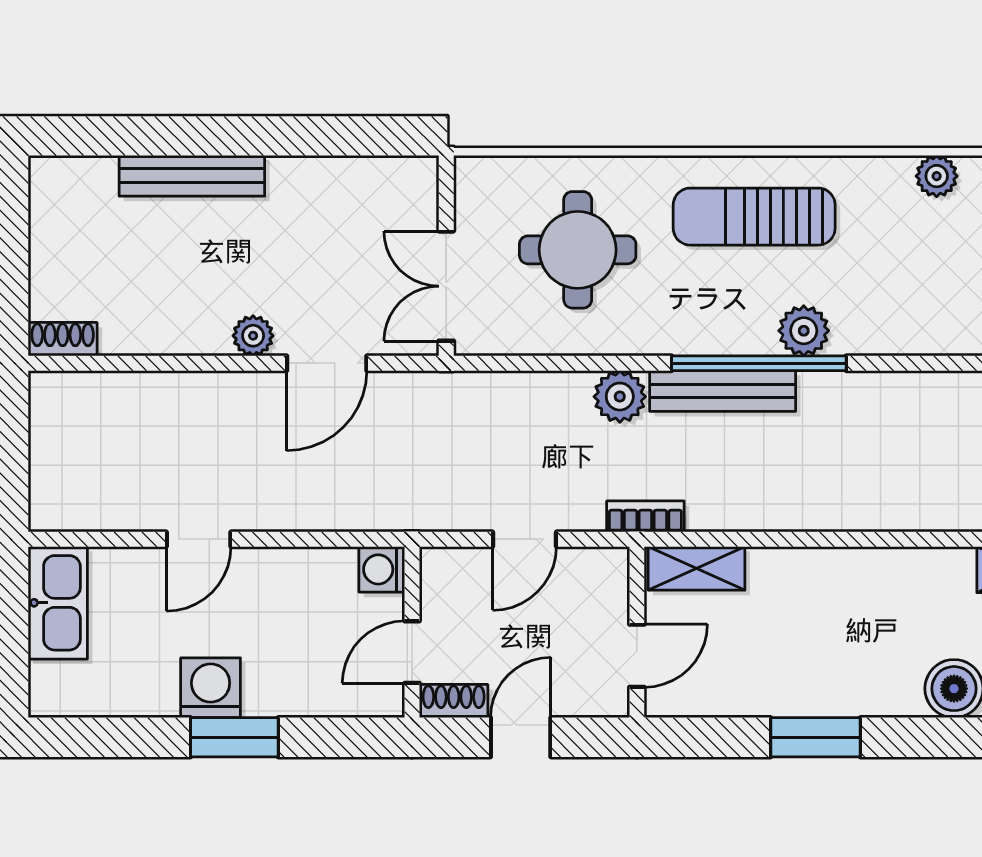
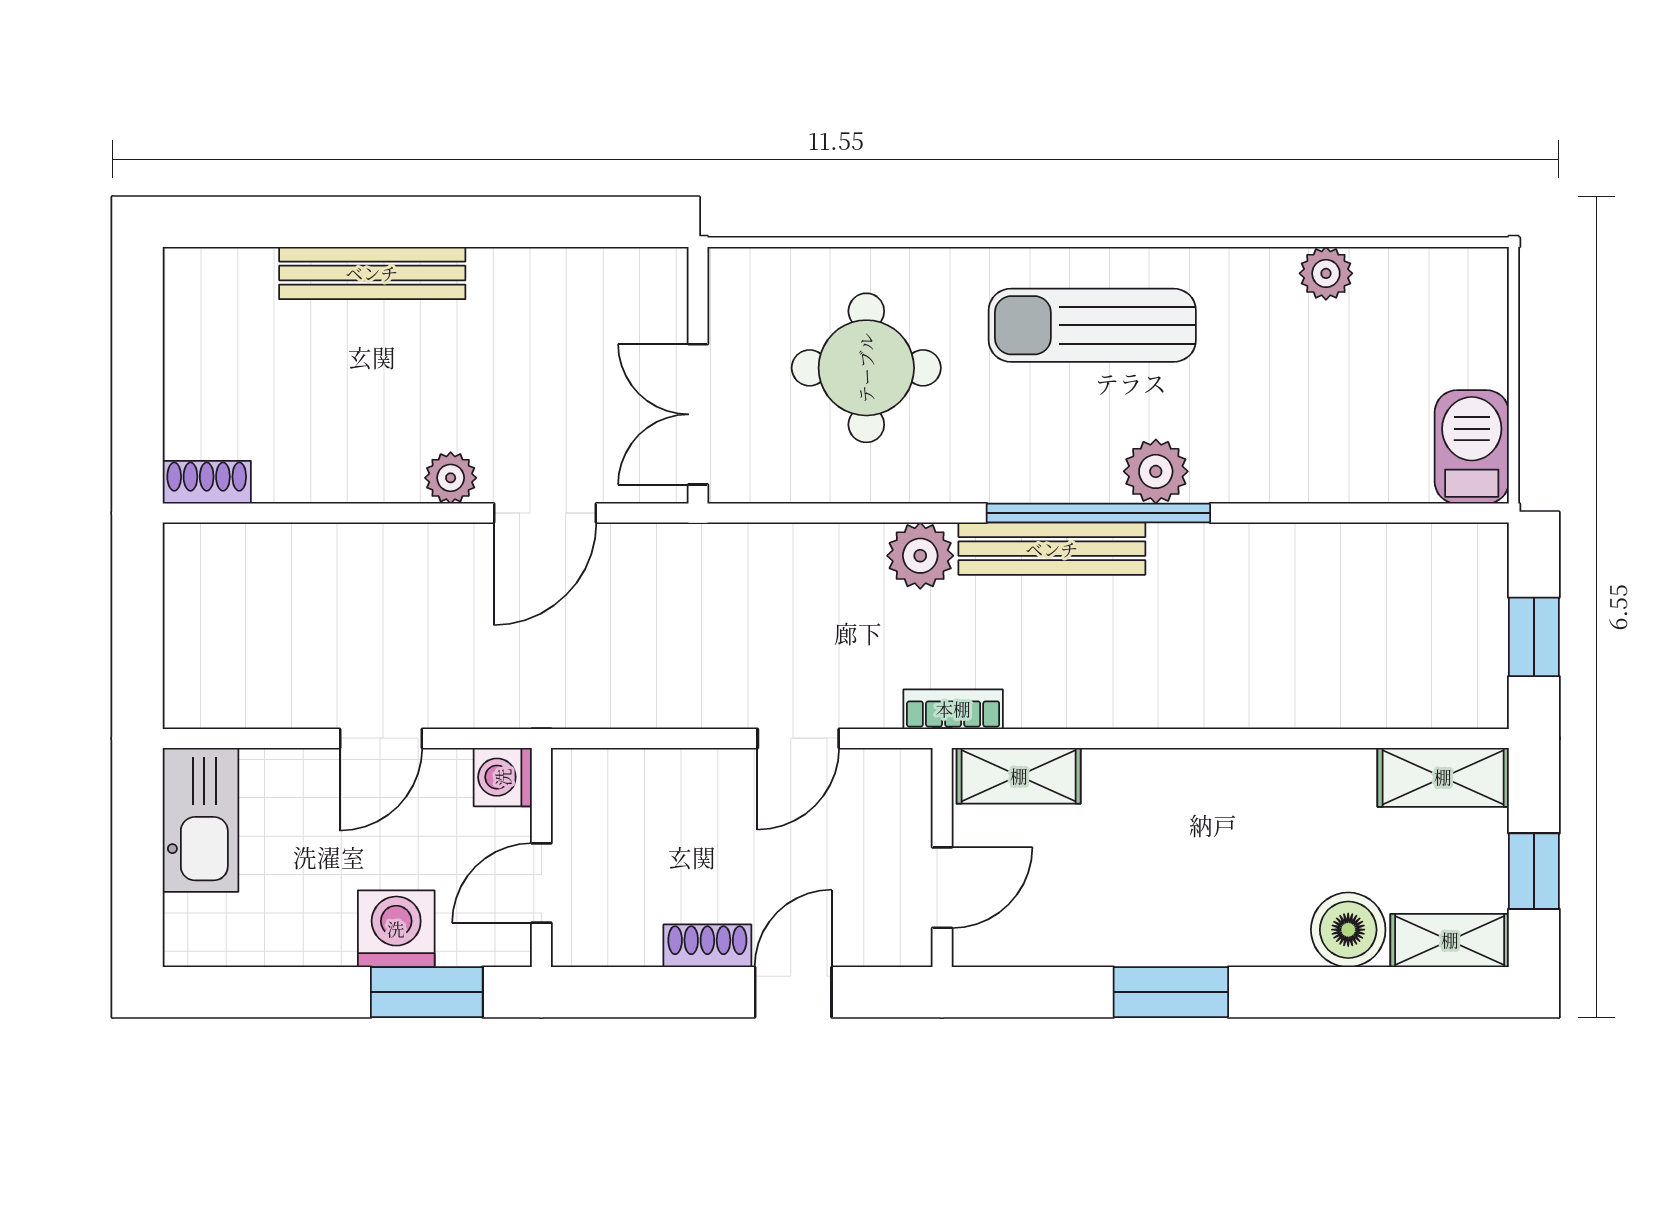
washing machine: (382, 569) -> (503, 777), moved
wall: (412, 632) -> (541, 857), moved
door: (412, 652) -> (541, 883), moved

